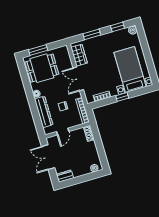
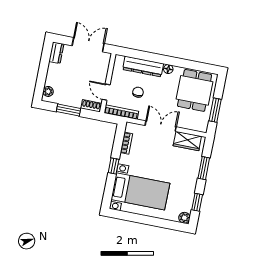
window: (38, 50) -> (215, 110), moved
door: (63, 131) -> (106, 92), moved
window: (100, 148) -> (68, 110), added

